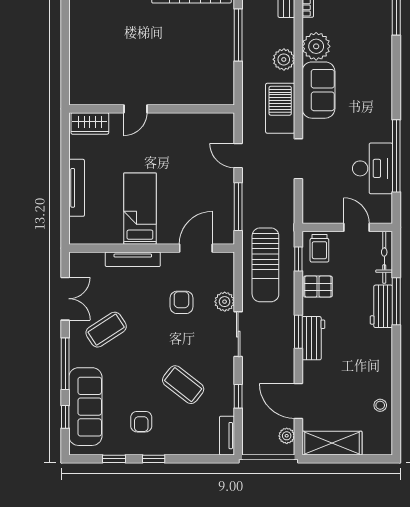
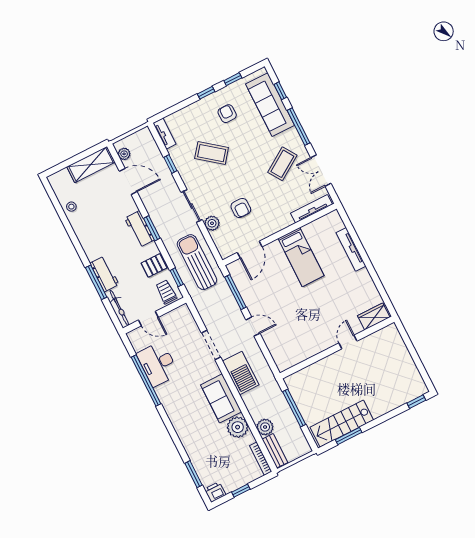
plant: (284, 59) -> (265, 427), moved
door: (135, 109) -> (348, 342), moved
wall: (152, 109) -> (337, 348), moved
wardrobe: (90, 123) -> (374, 317), moved
tv unit: (133, 259) -> (312, 209), moved

